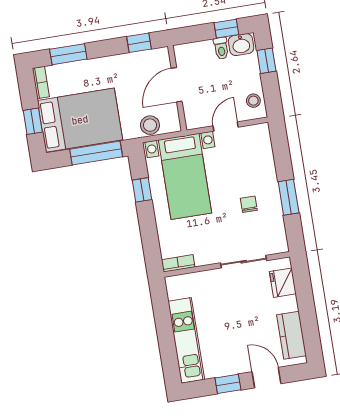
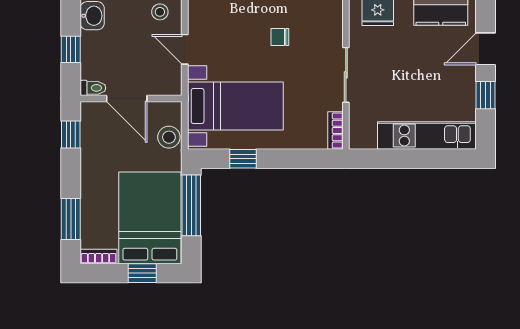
window: (226, 29) -> (71, 49), moved
toilet: (221, 48) -> (93, 88), moved
sliding door: (244, 262) -> (346, 75), moved

